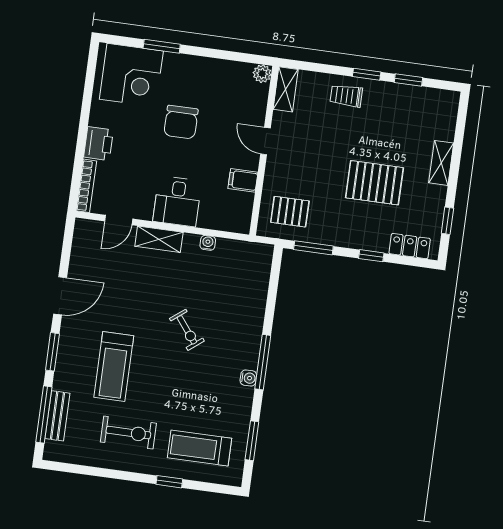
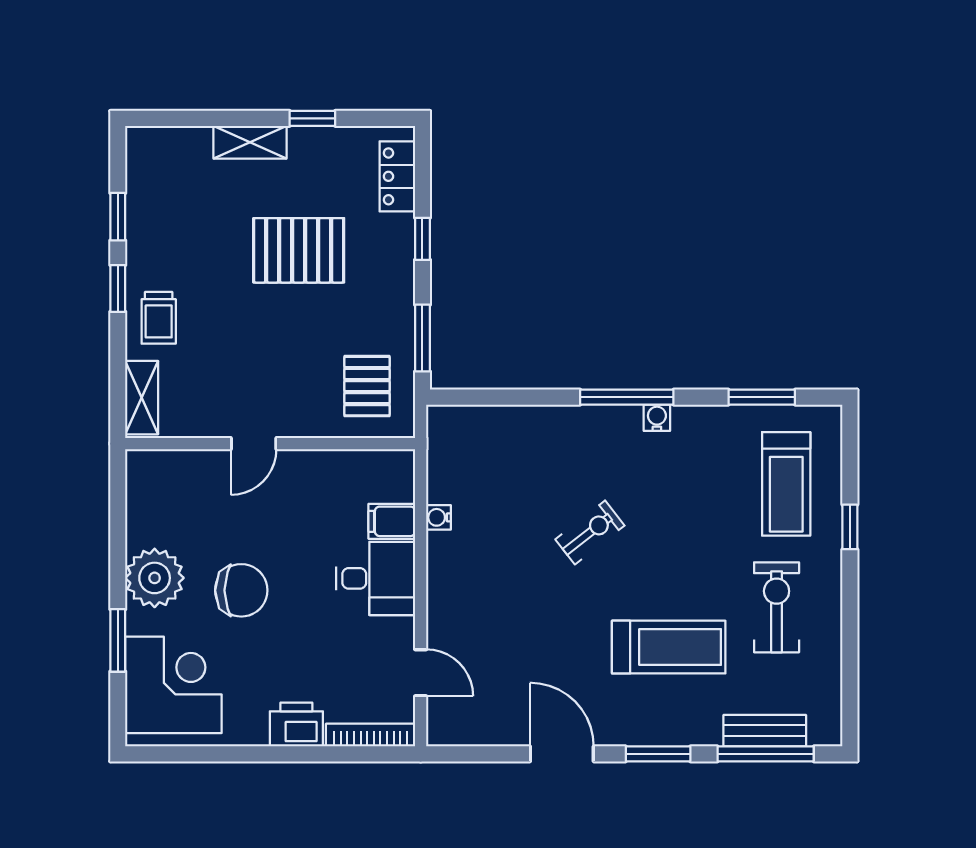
plant: (262, 74) -> (155, 578), moved, width x1.87, depth x1.87
shelving: (286, 89) -> (142, 398), moved, turned 90
filing cabinet: (243, 180) -> (392, 521), moved, turned 90
pallet: (374, 183) -> (299, 250), turned 90
window: (447, 221) -> (312, 118), moved
shelving: (159, 239) -> (444, 600), removed

